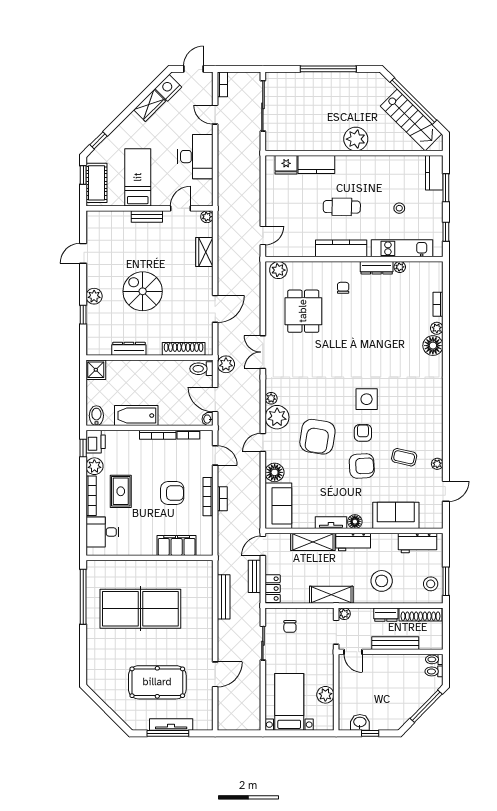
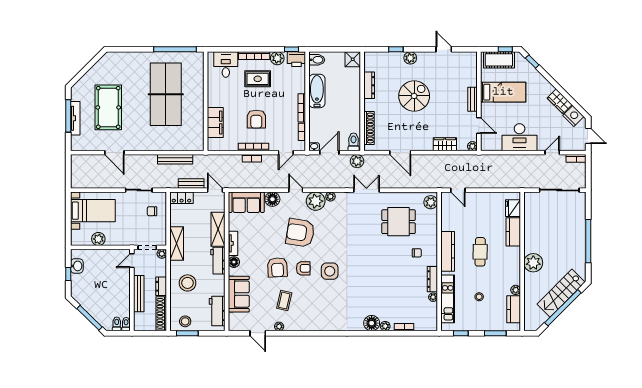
stairs: (411, 120) -> (561, 293), moved
plant: (391, 161) -> (516, 290), added
kitchen counter: (434, 173) -> (514, 309), moved, turned -90

